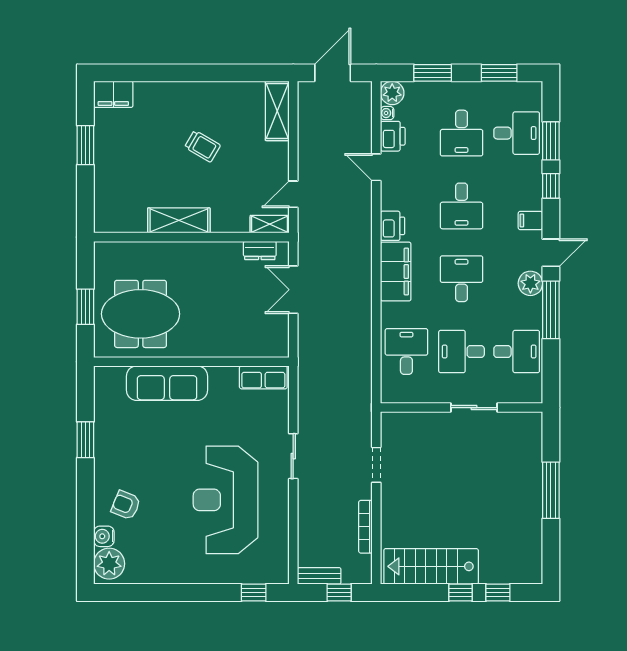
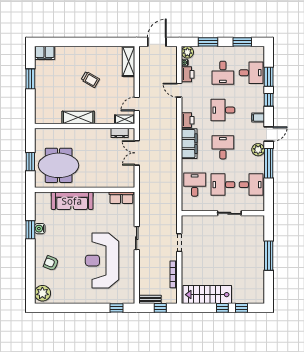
desk: (462, 206) -> (223, 110), turned 90
water cooler: (104, 536) -> (40, 229), moved

